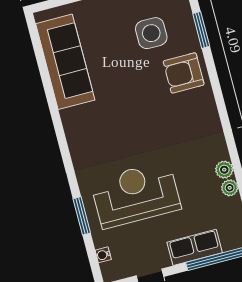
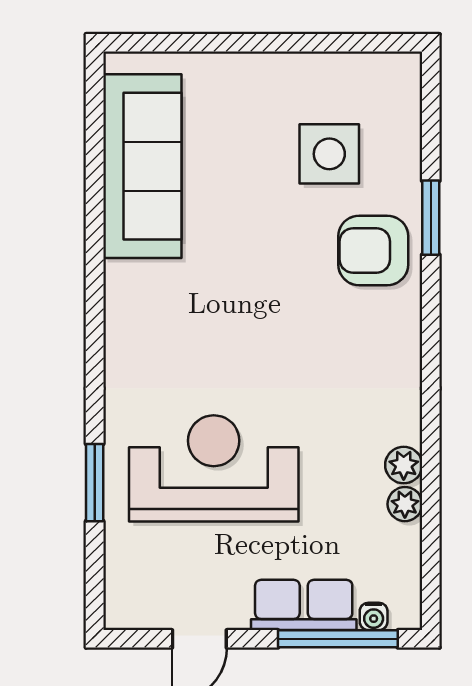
window: (201, 30) -> (431, 218), moved
water cooler: (103, 255) -> (374, 616), moved, turned -90

